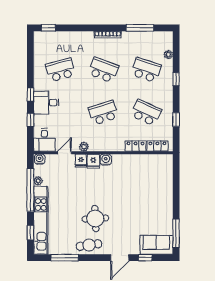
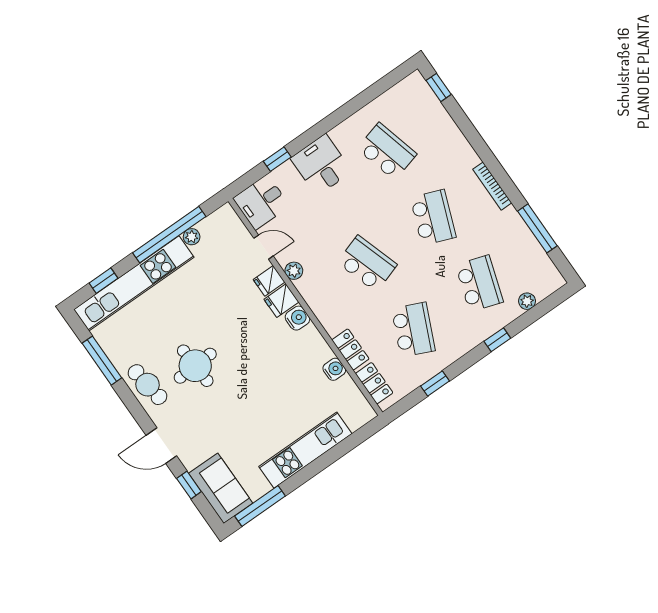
window: (30, 95) -> (316, 132), removed
water cooler: (40, 159) -> (334, 369), moved
kitchen unit: (166, 196) -> (305, 450), added

